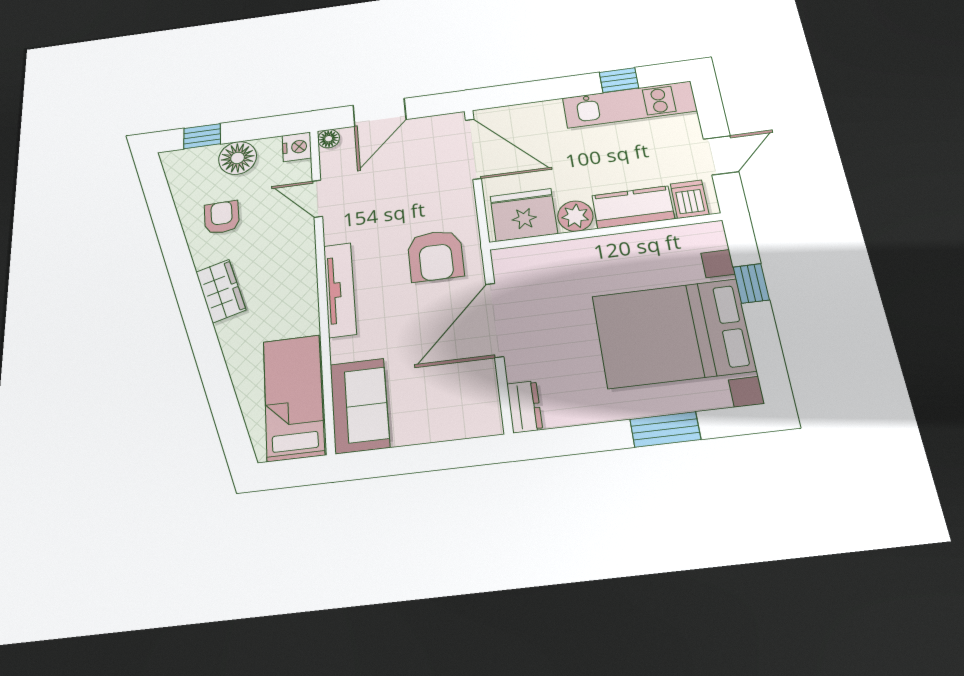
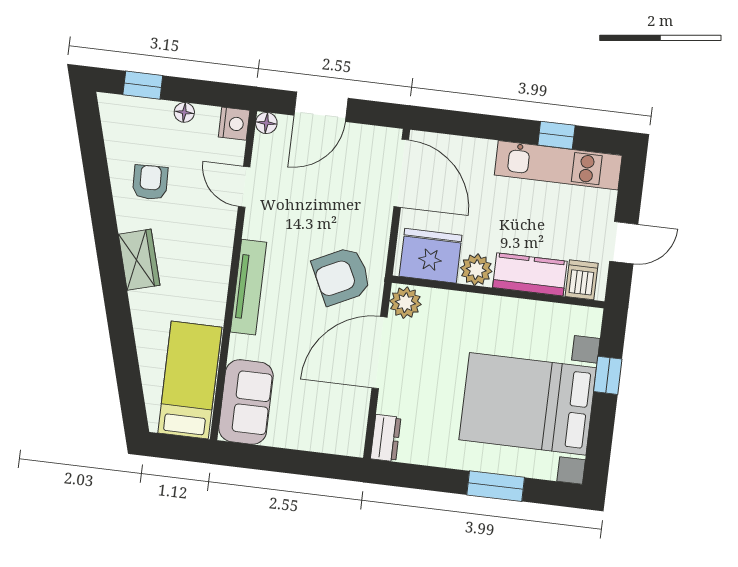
floor lamp: (238, 158) -> (184, 112), width x0.53, depth x0.53
armchair: (436, 256) -> (342, 276), turned 64
plant: (509, 265) -> (405, 303), added

